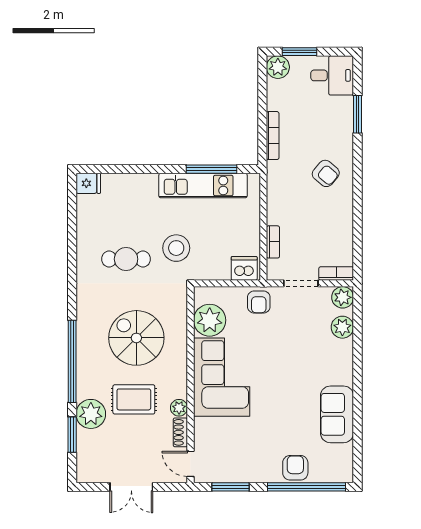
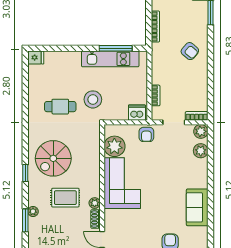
spiral stairs: (136, 338) -> (53, 158), moved, turned -90
window: (72, 361) -> (25, 173), width x0.32
plant: (91, 414) -> (33, 212), width x0.53, depth x0.53

